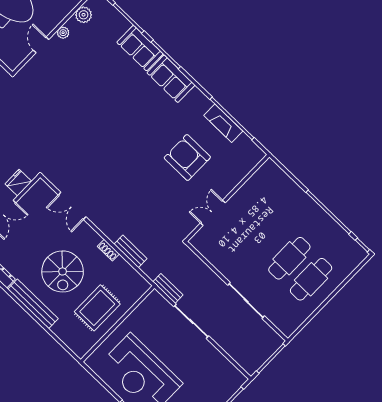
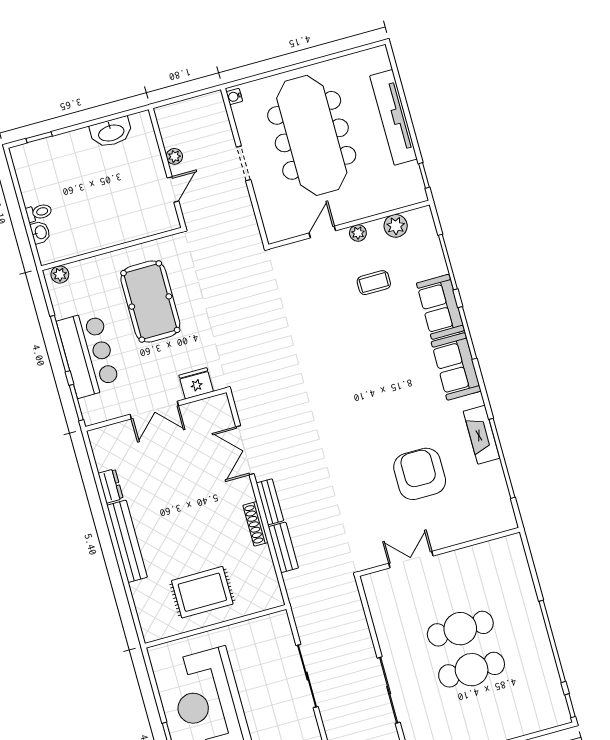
coffee table: (91, 57) -> (374, 283), added
fireplace: (223, 123) -> (481, 435), moved
shoe rack: (108, 250) -> (255, 524), width x1.43
spiral stairs: (63, 271) -> (186, 523), removed
cafe table: (311, 279) -> (460, 629), moved
bench: (168, 288) -> (270, 502), moved

